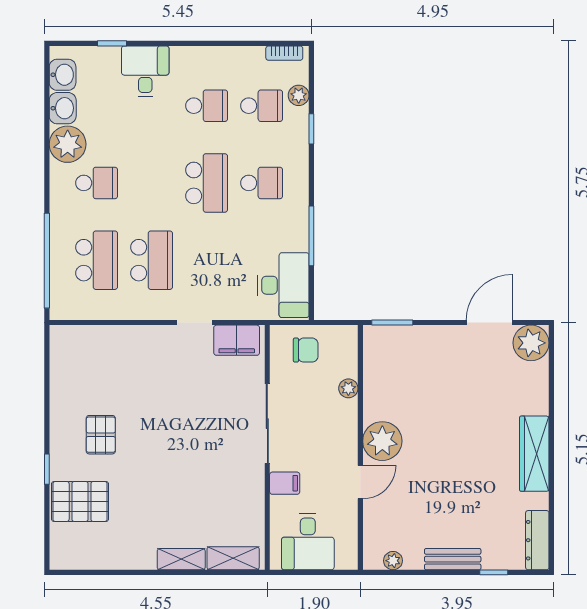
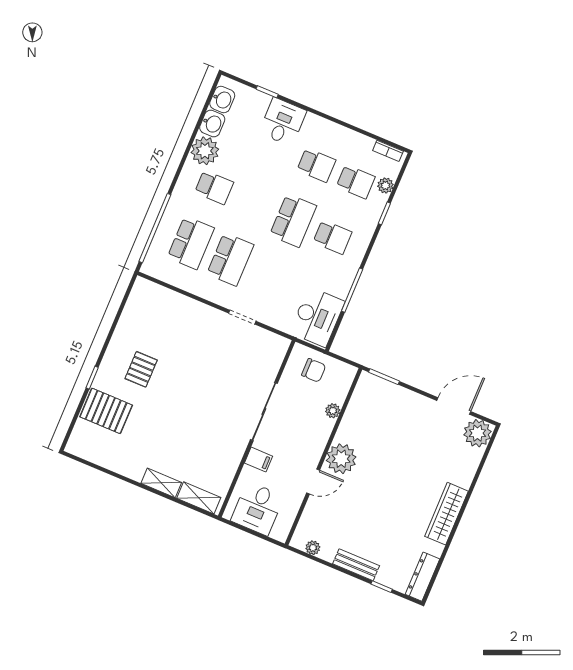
filing cabinet: (237, 340) -> (267, 342), removed

